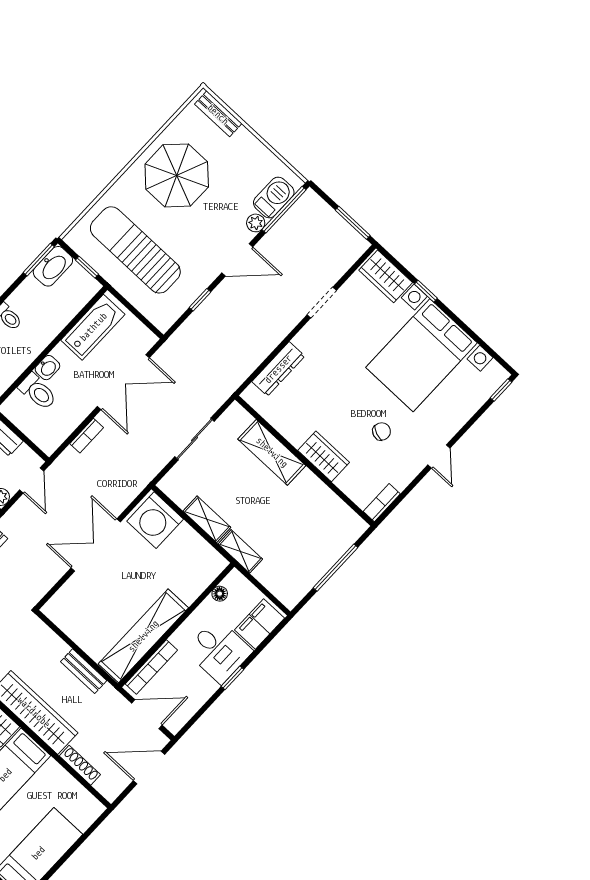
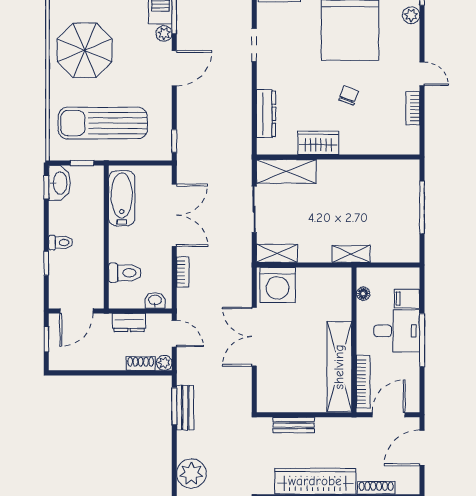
window: (39, 260) -> (46, 187), width x0.67
window: (200, 300) -> (174, 141), moved
washbasin: (47, 368) -> (155, 300), moved, turned -90
plant: (475, 399) -> (411, 15), added
chair: (382, 431) -> (349, 95), moved
shelving: (272, 452) -> (286, 171), moved
wardrobe: (324, 456) -> (318, 143), moved
bookcase: (382, 503) -> (413, 108), moved
shelving: (207, 519) -> (277, 253), moved
filing cabinet: (259, 624) -> (407, 299), width x0.50
bench: (84, 671) -> (294, 425), moved
window: (232, 678) -> (422, 340), width x2.17

